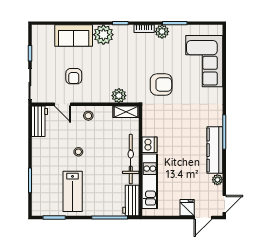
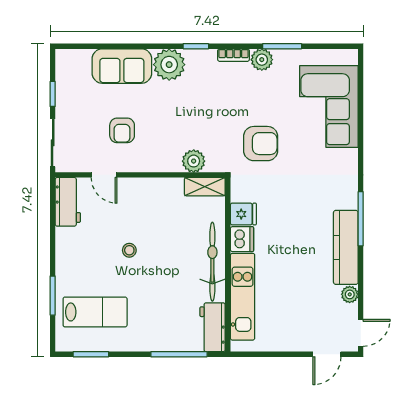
stool: (88, 116) -> (145, 193), removed
lab bench: (73, 191) -> (95, 312), moved, turned -90
fridge: (187, 208) -> (243, 214), moved, turned 90

